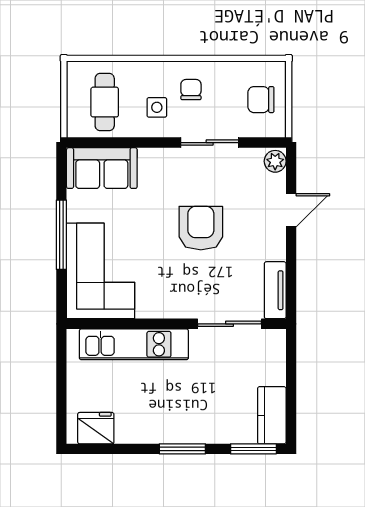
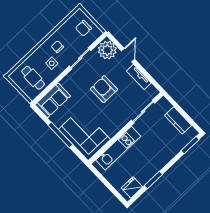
plant: (275, 161) -> (107, 50), width x1.87, depth x1.87
tv unit: (275, 290) -> (139, 77), moved
kitchen counter: (272, 415) -> (178, 120), moved
window: (182, 449) -> (153, 180), moved

